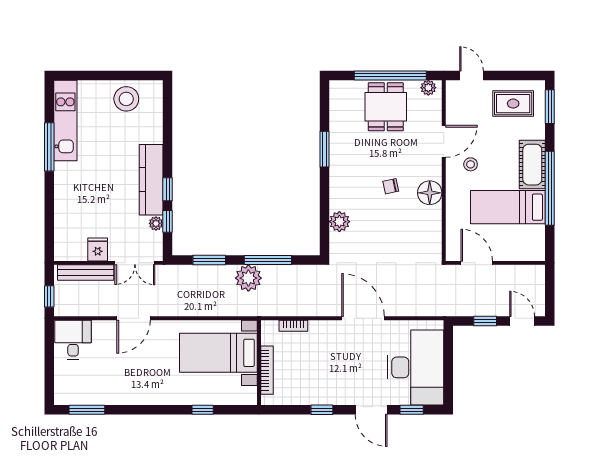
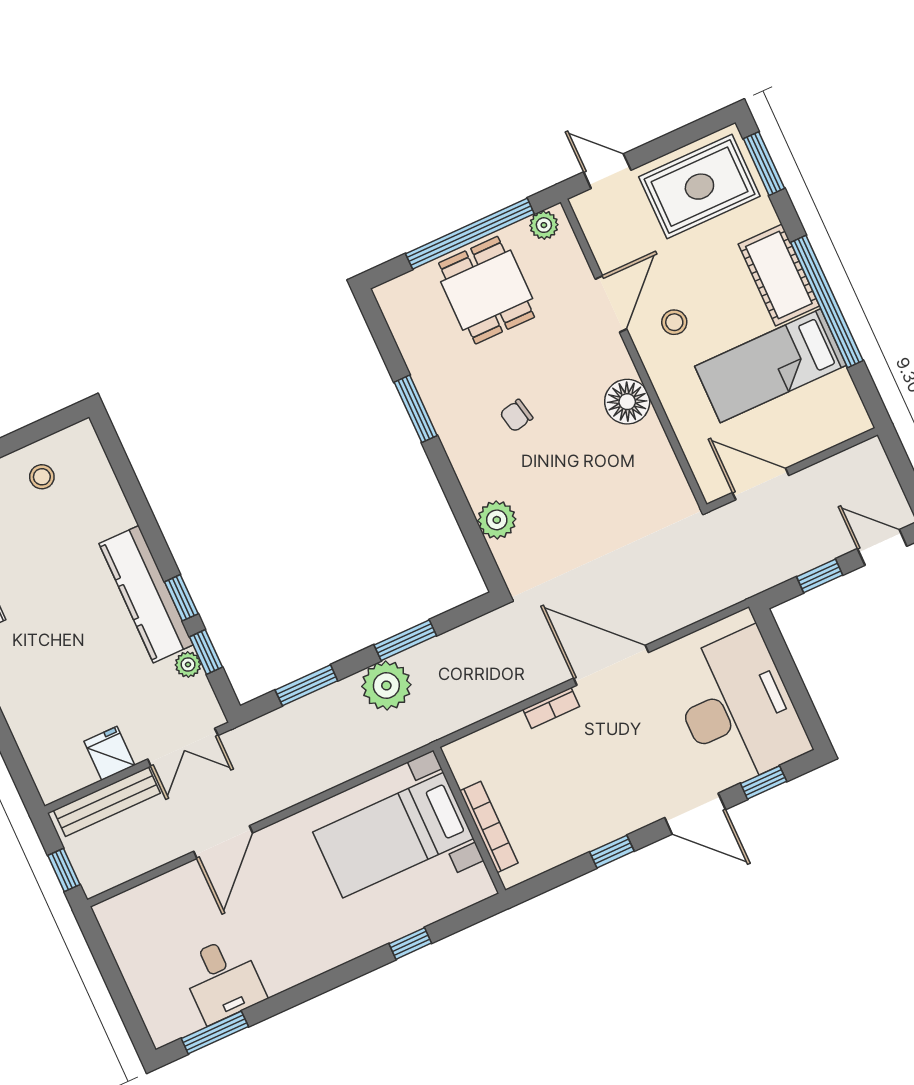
stool: (126, 99) -> (42, 477), width x0.53, depth x0.53
rug: (513, 104) -> (699, 187), width x1.36, depth x1.43
chair: (391, 186) -> (516, 416), moved
window: (268, 260) -> (405, 640), width x0.69
bookcase: (293, 326) -> (551, 708), moved
desk: (73, 340) -> (223, 980), moved, turned 180

